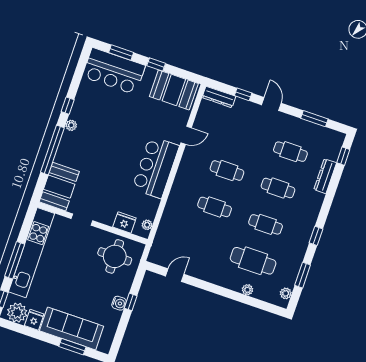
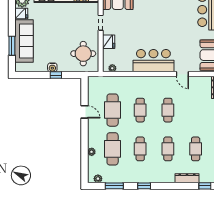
fridge: (124, 222) -> (109, 42), moved
cafe table: (202, 243) -> (113, 110), added
door: (175, 275) -> (84, 112), moved

